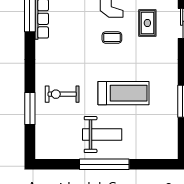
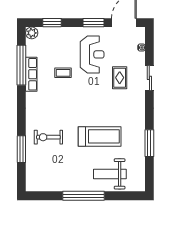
coffee table: (112, 38) -> (63, 73), moved
weight bench: (102, 135) -> (110, 174), moved, turned 180

